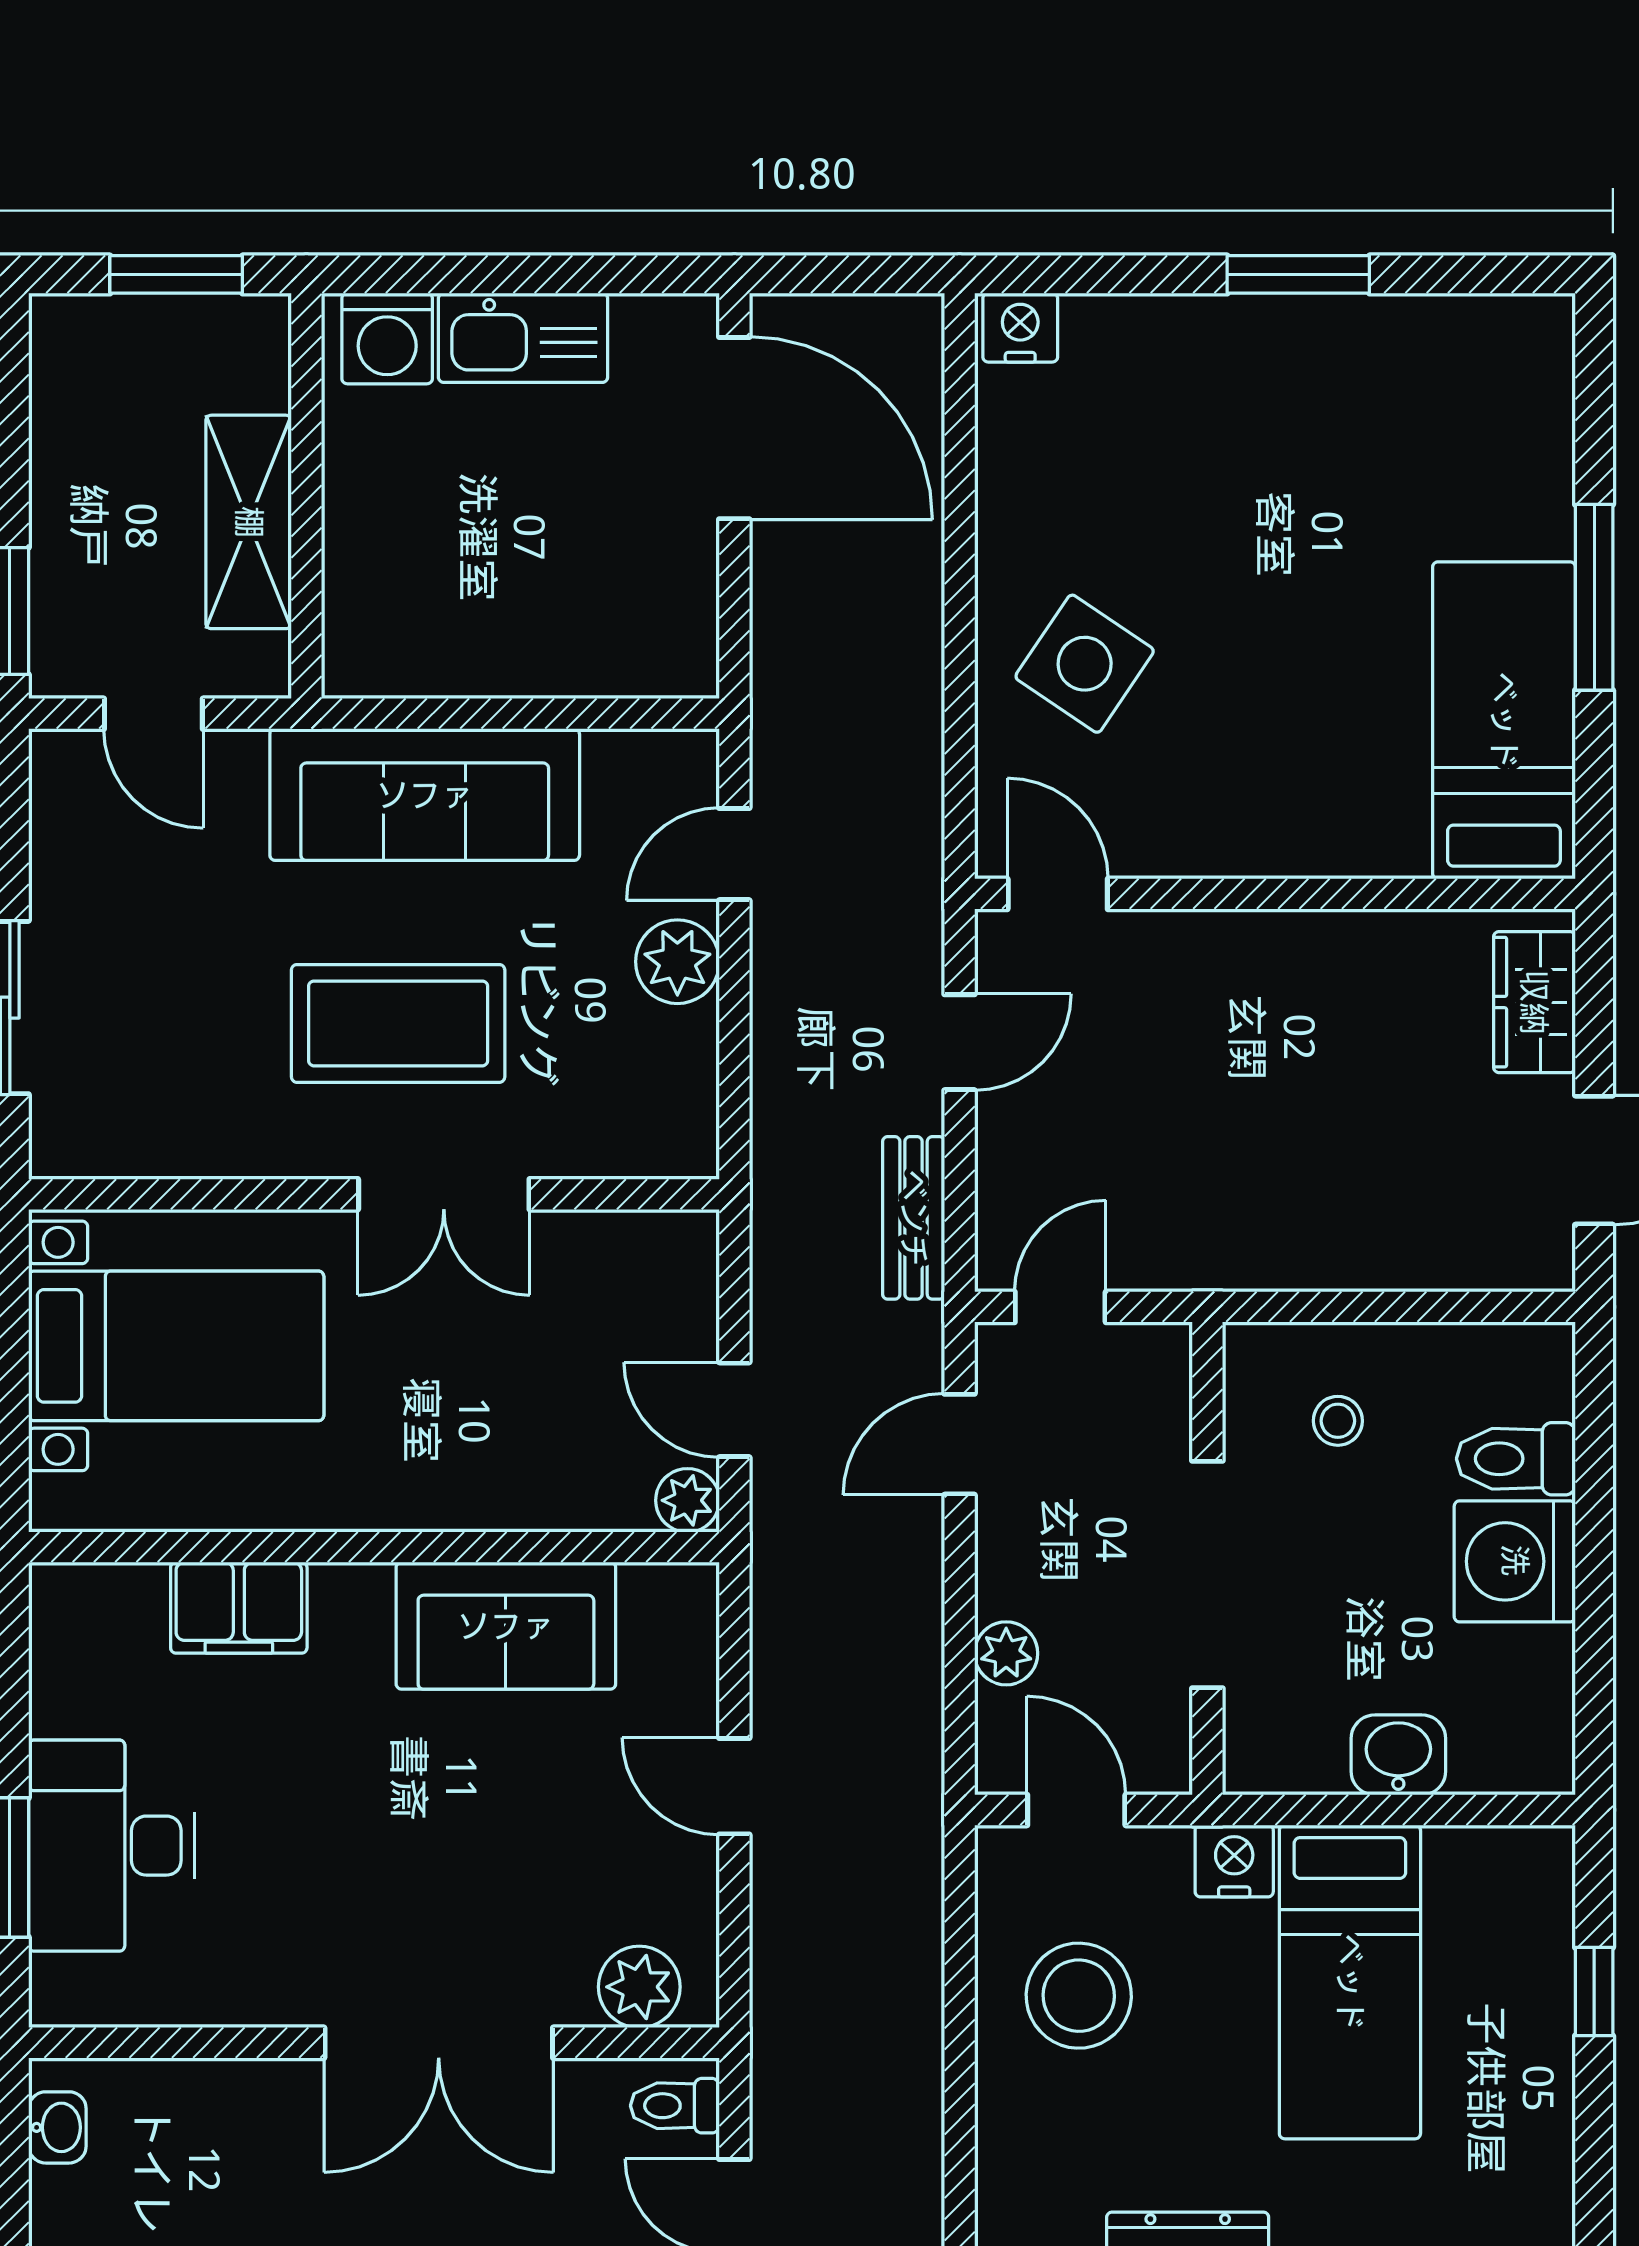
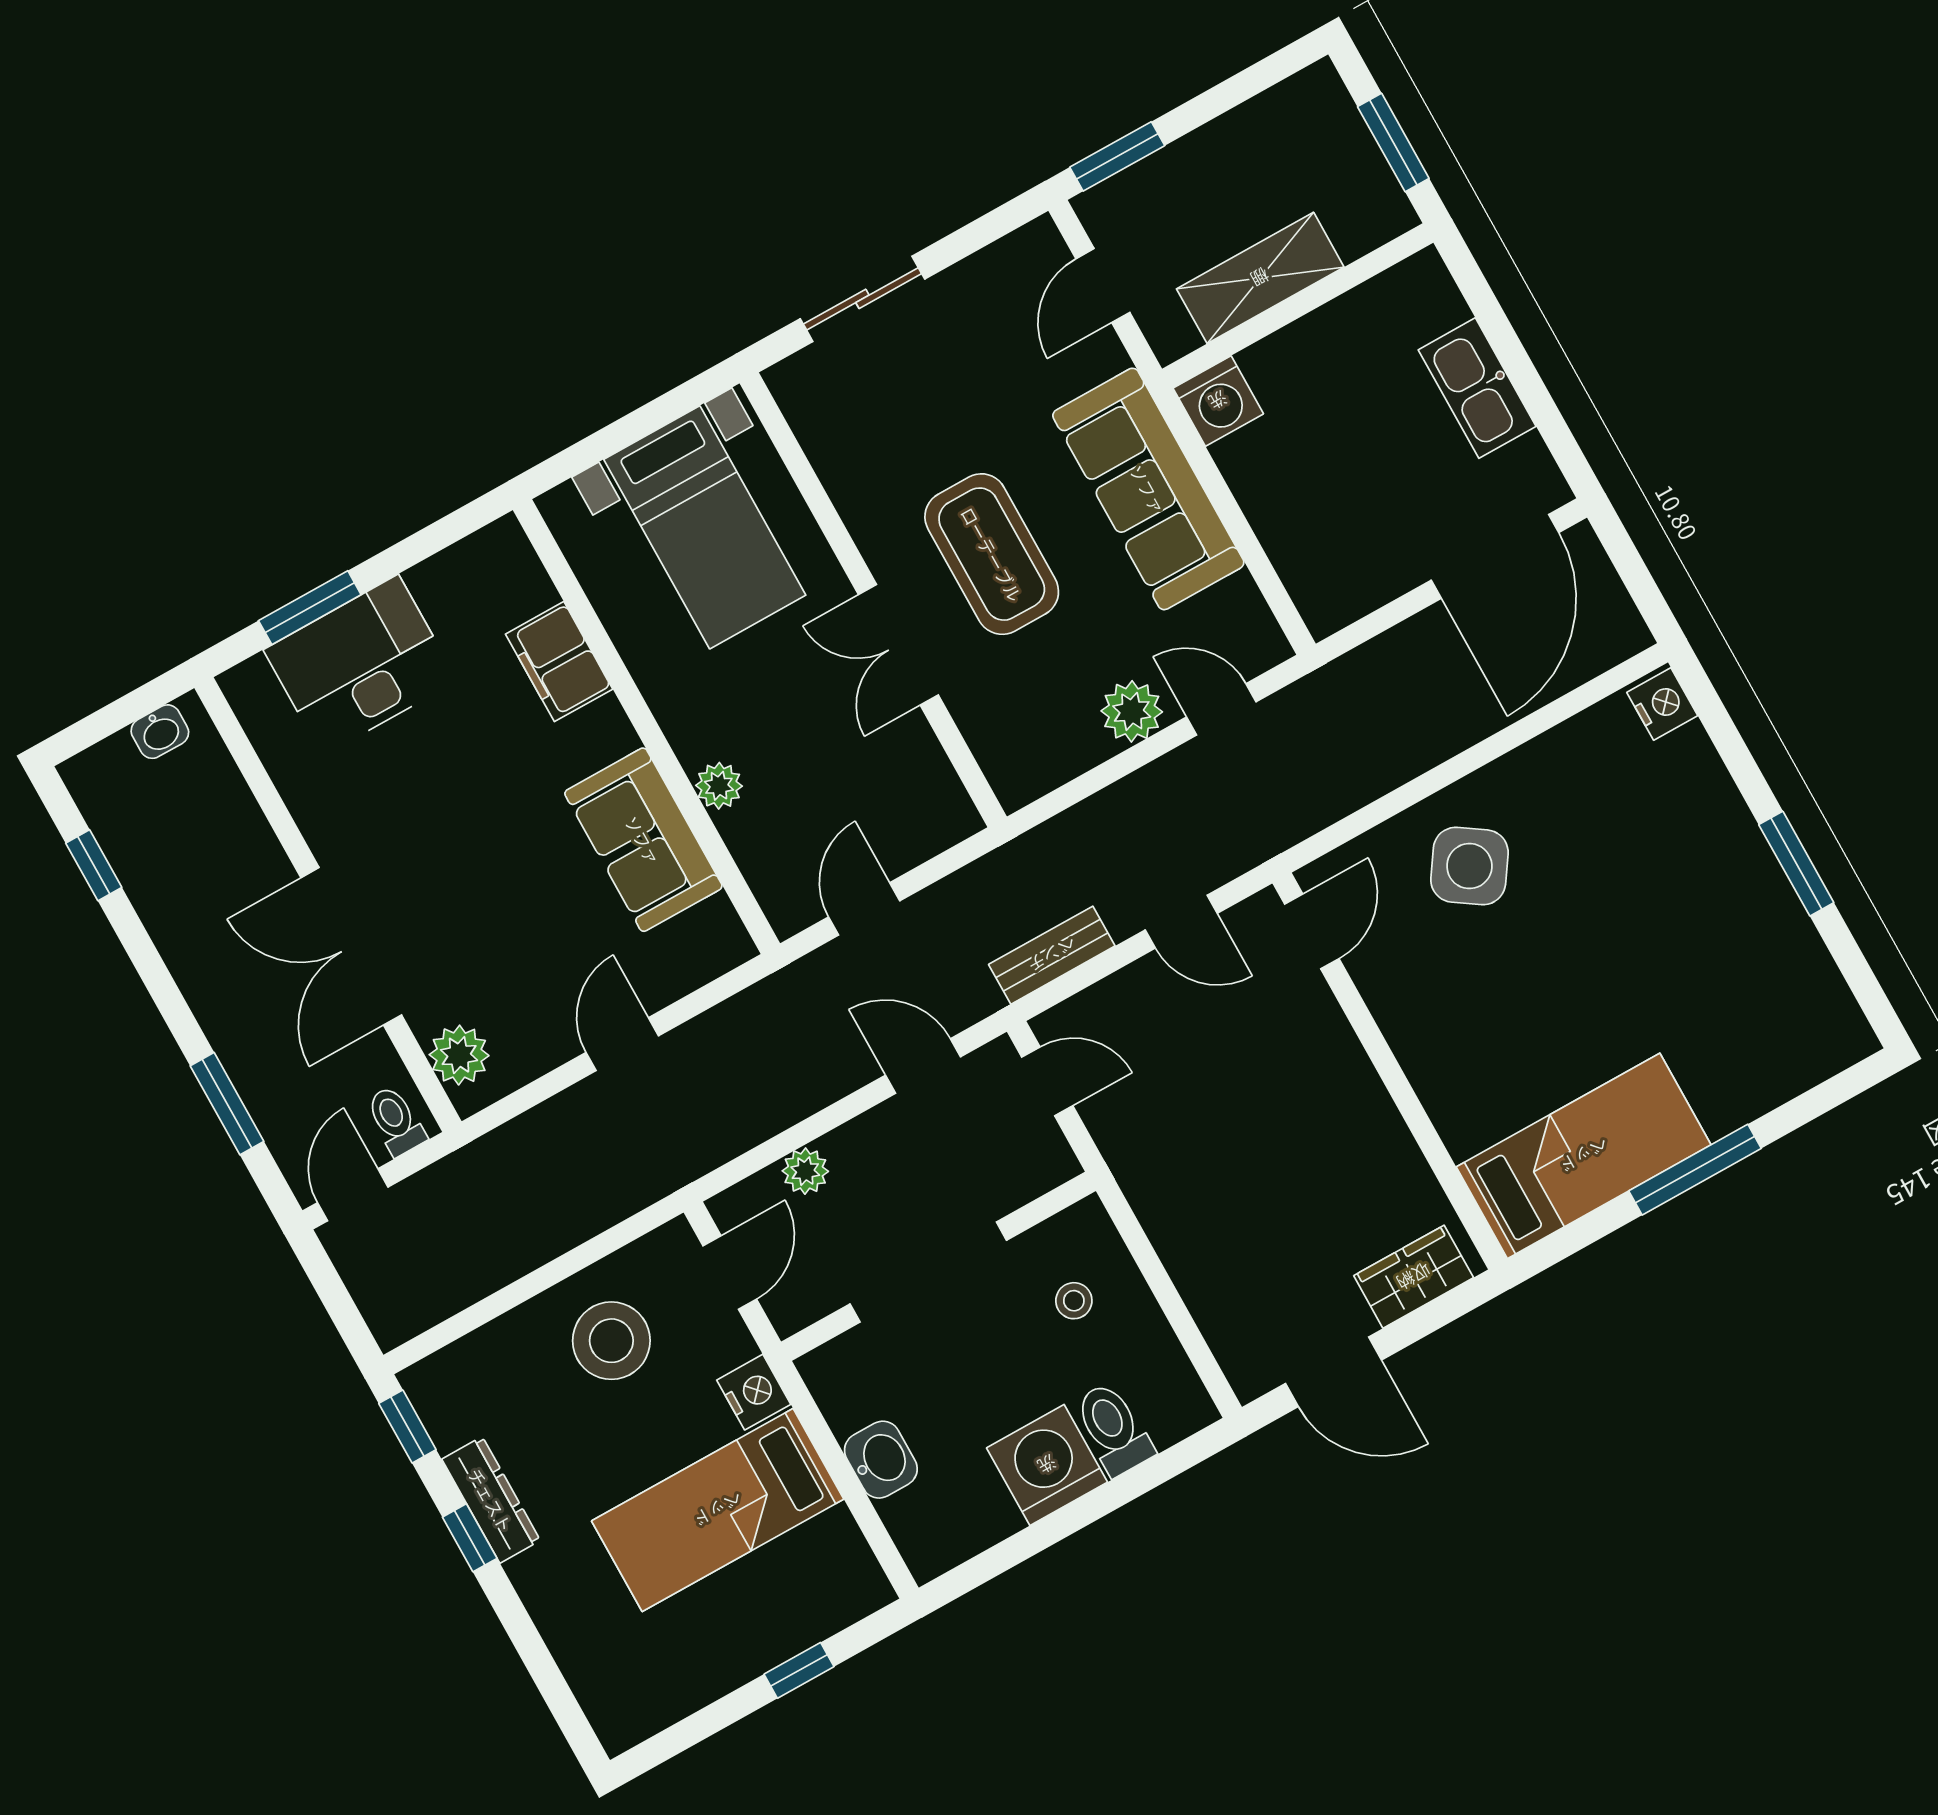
washing machine: (387, 339) -> (1218, 401), moved, turned -90
plant: (687, 1500) -> (719, 786), moved

